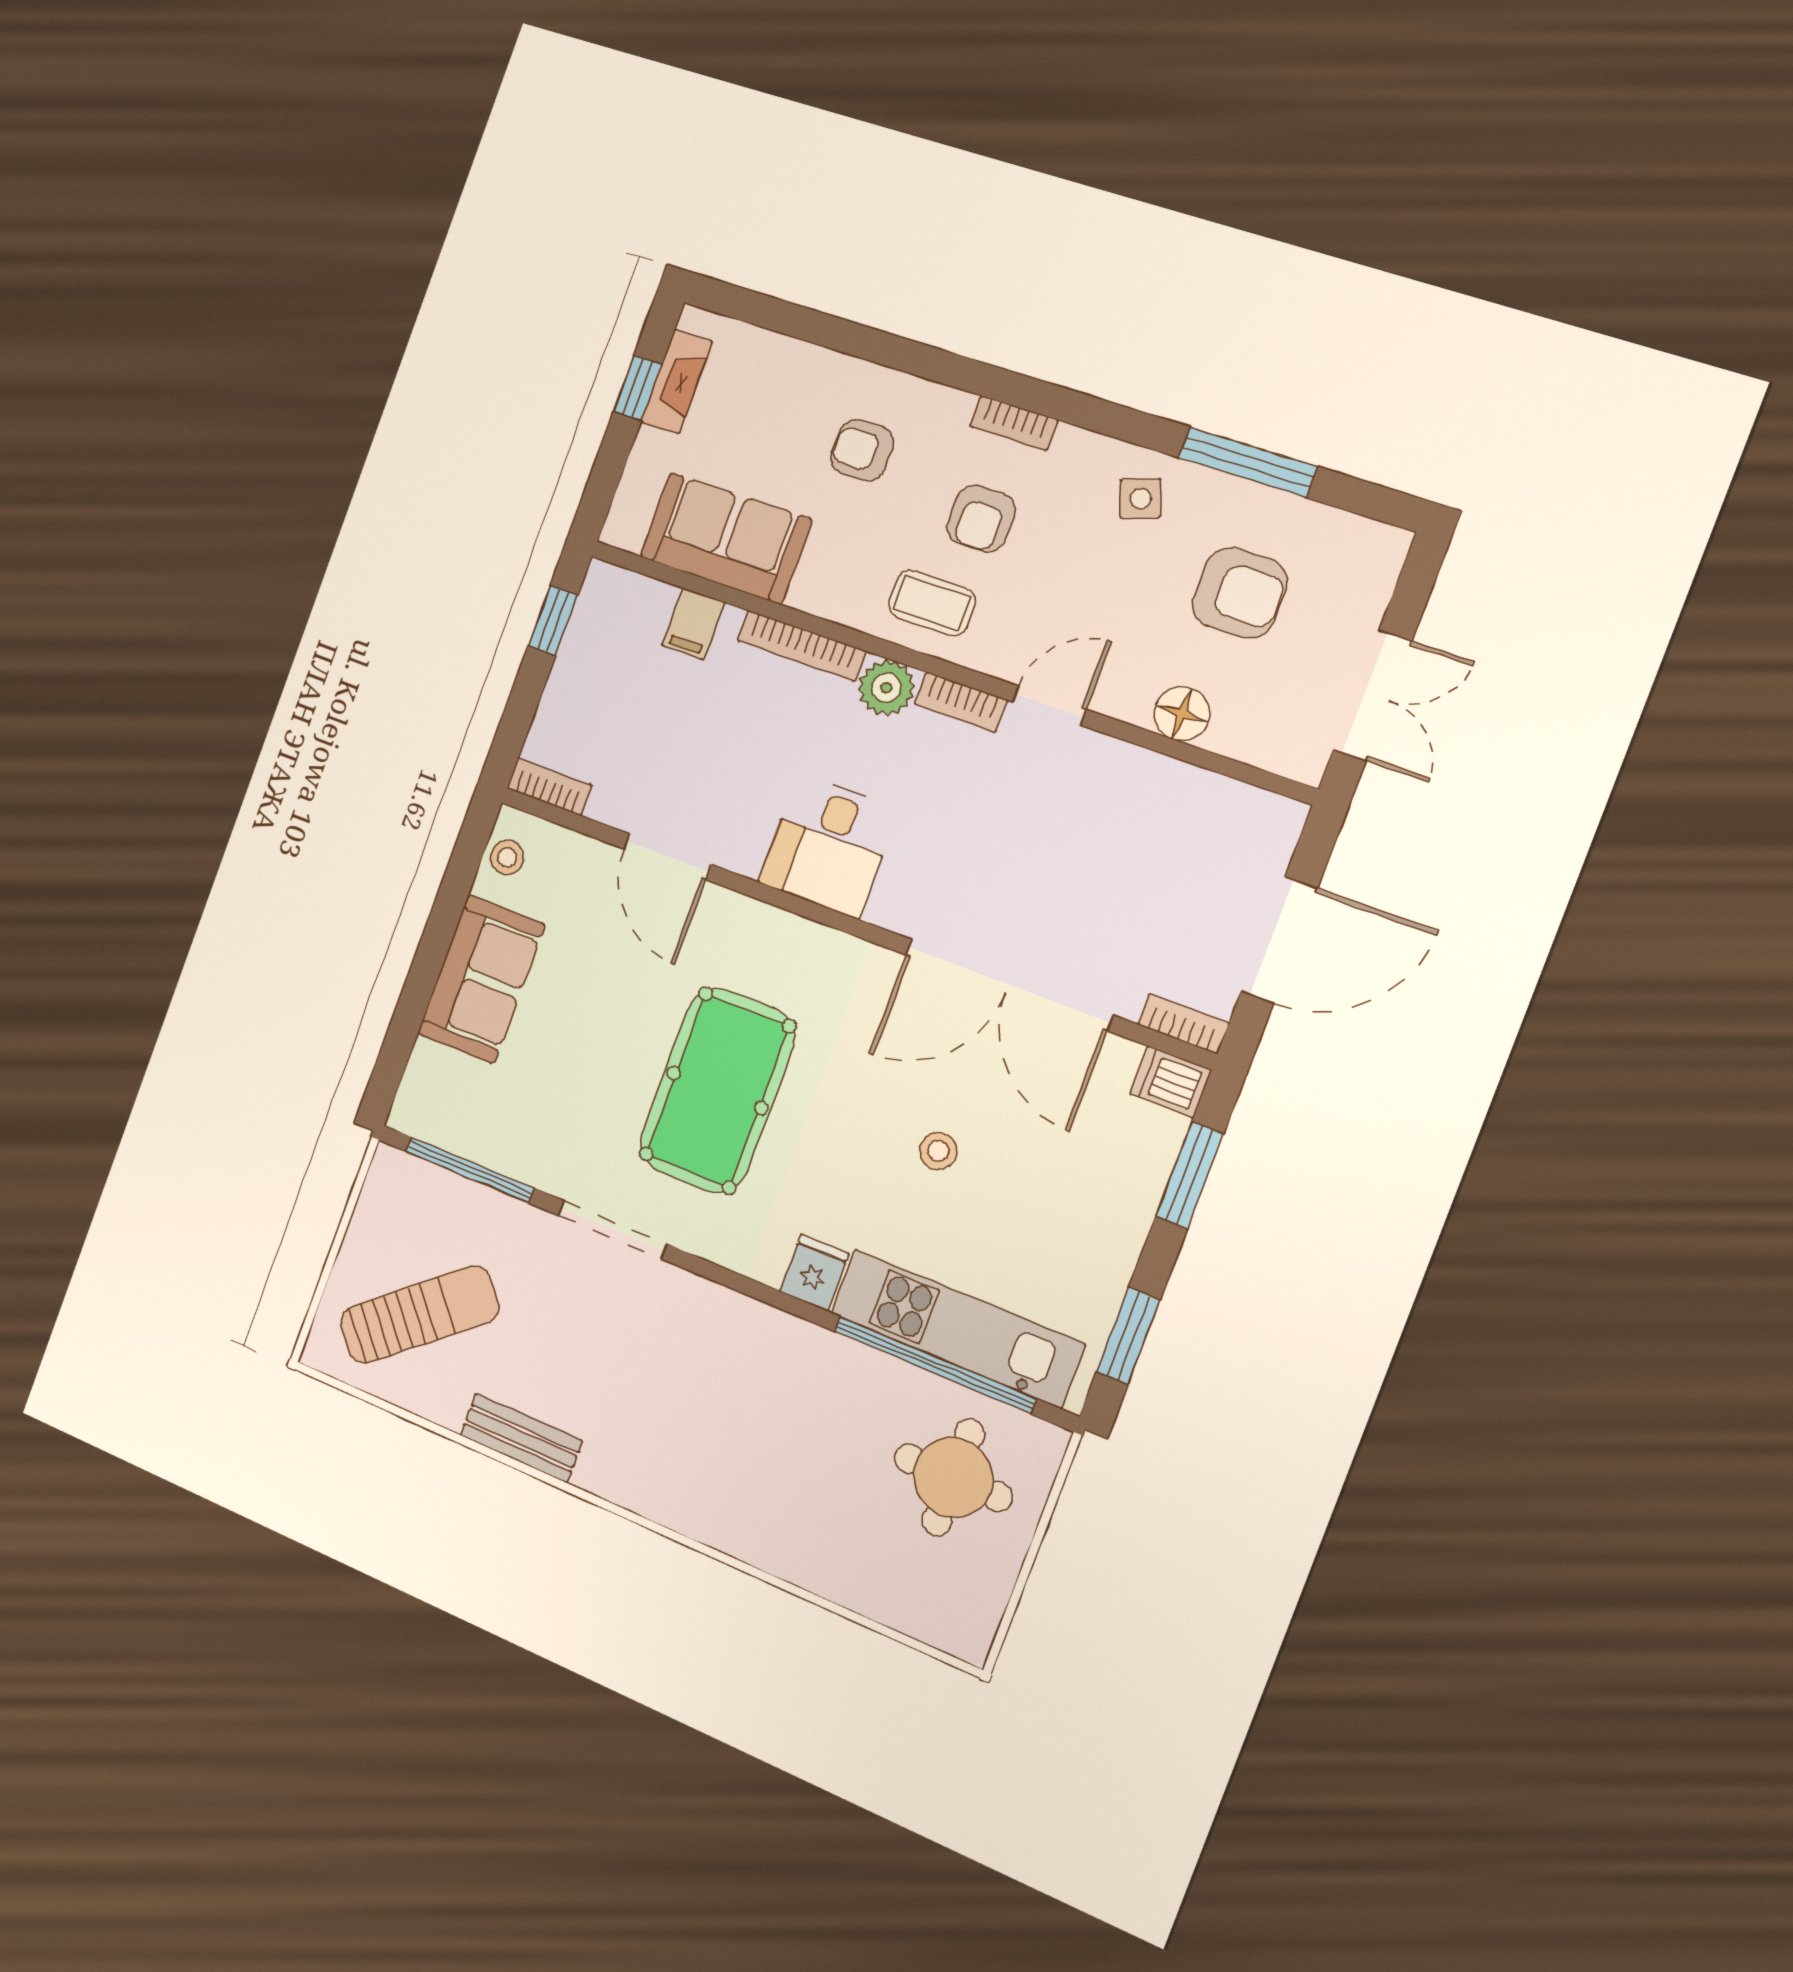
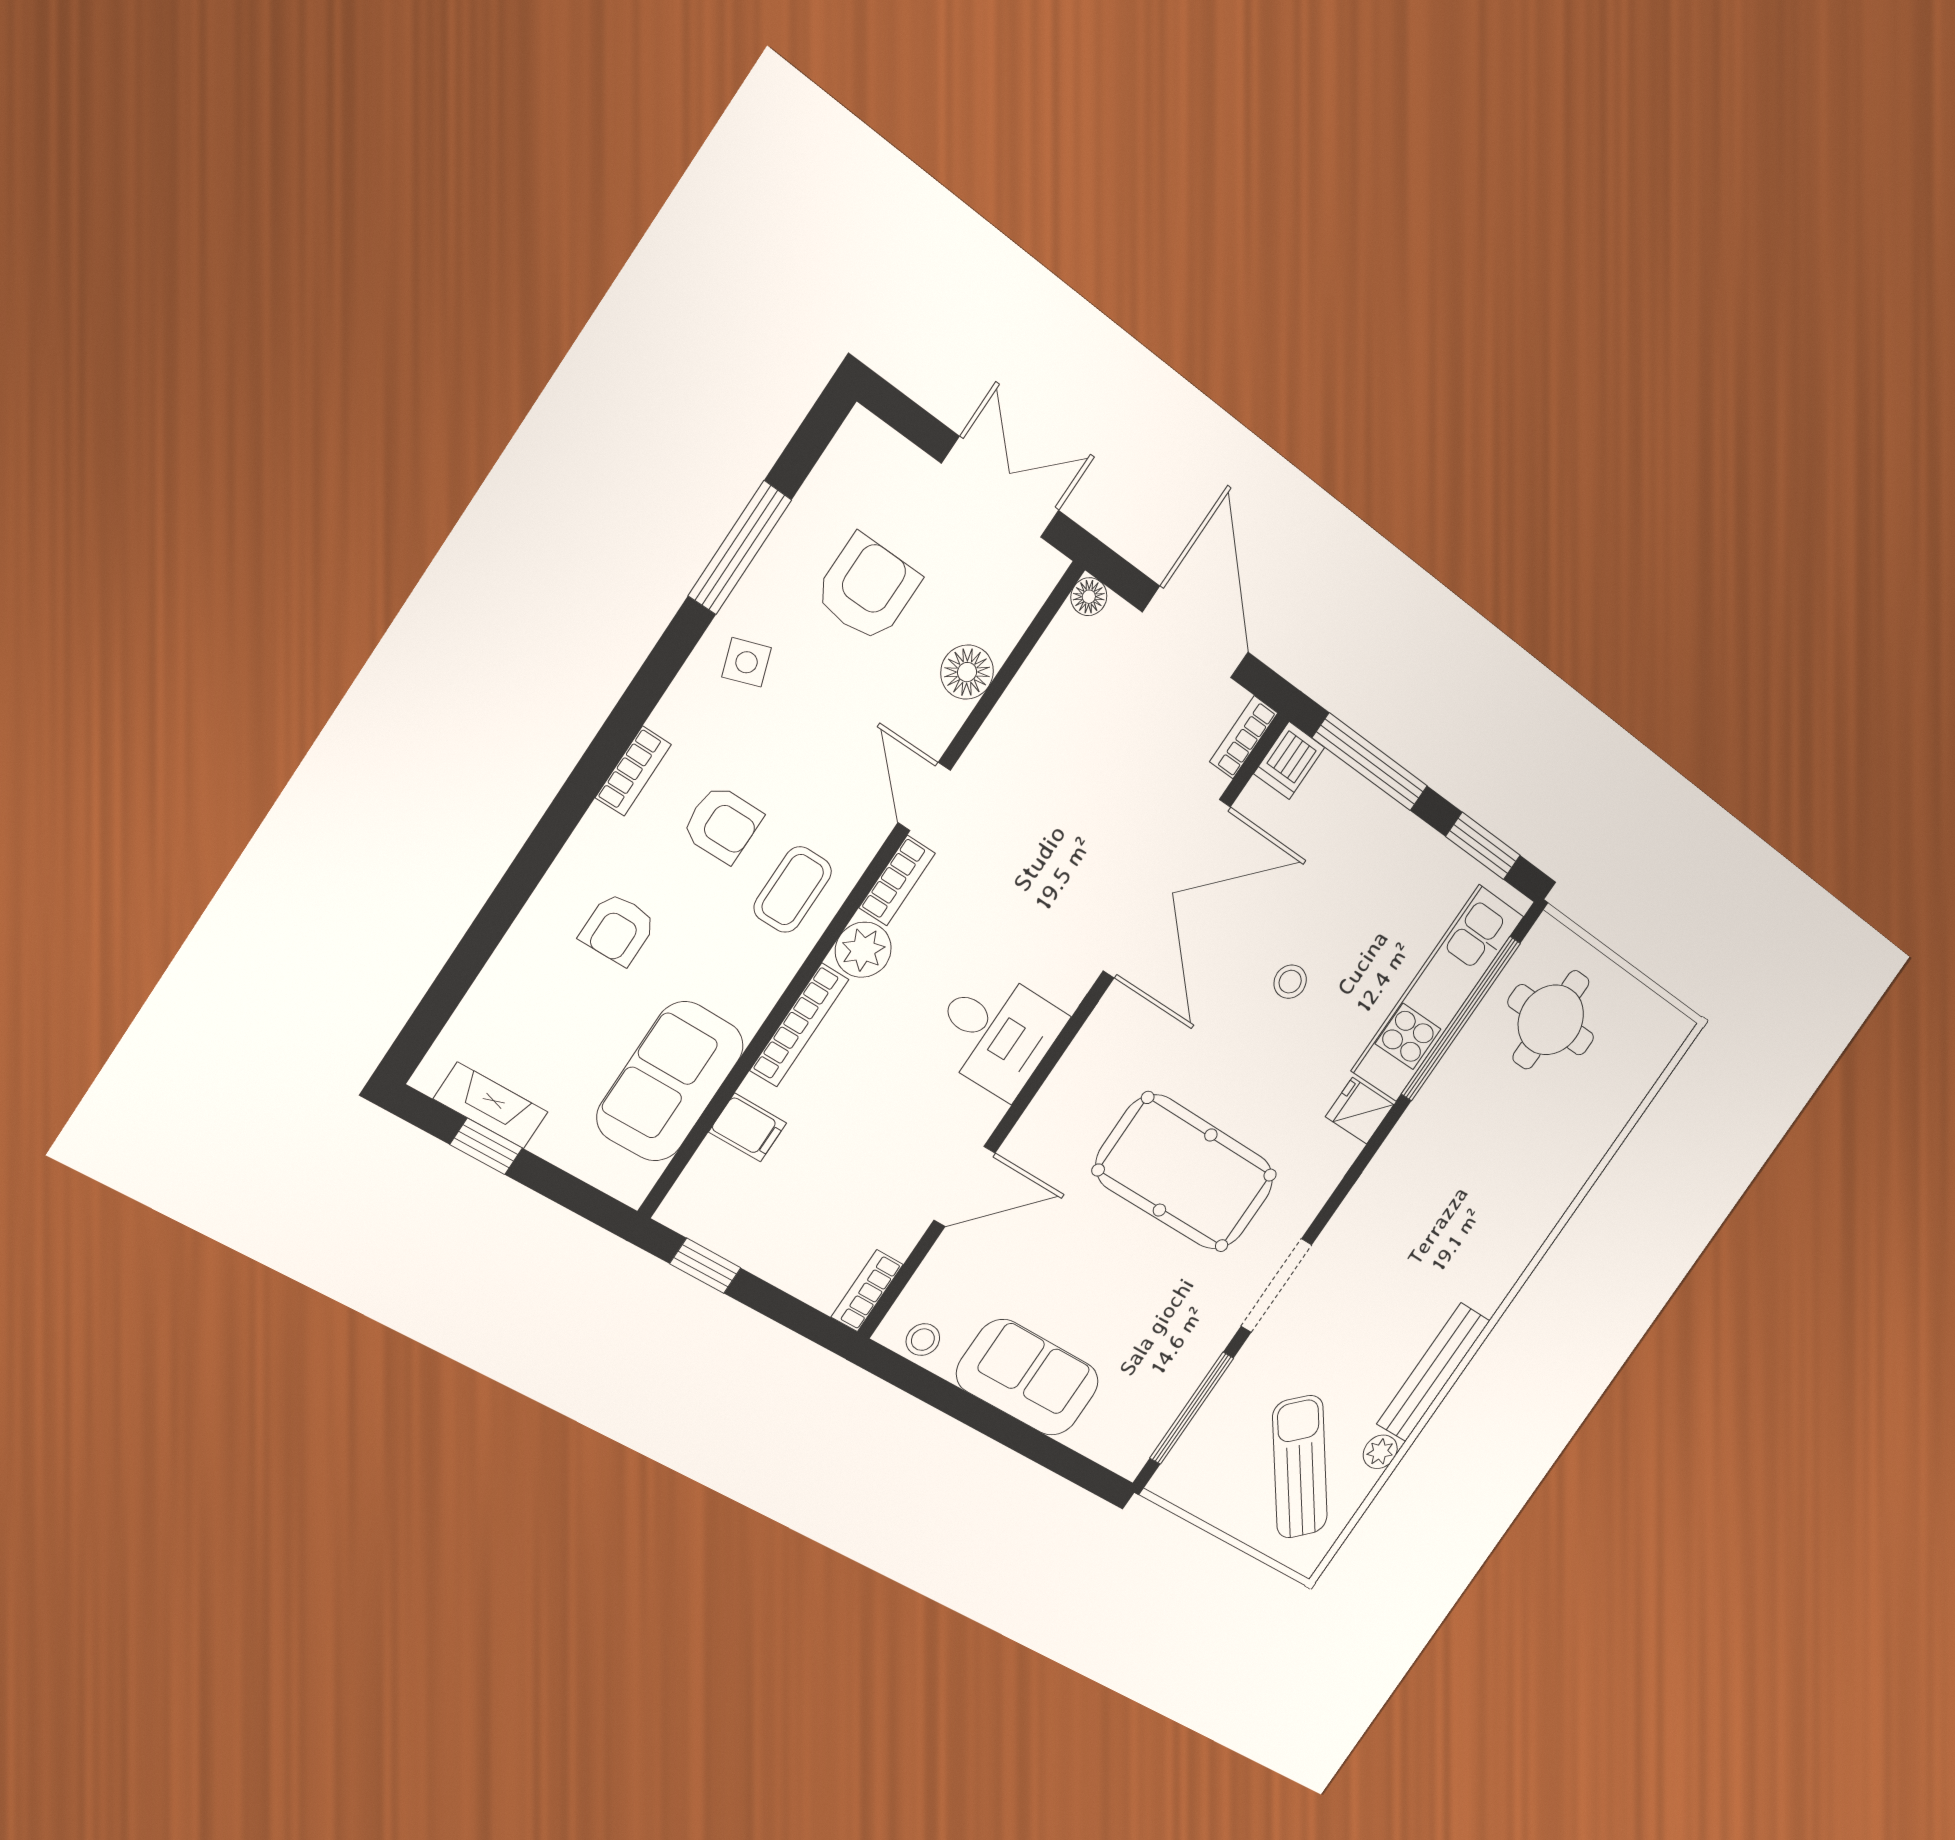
floor lamp: (1287, 817) -> (1089, 597), added
window: (1190, 1175) -> (1370, 762), width x1.44
plant: (446, 1407) -> (1380, 1452), added
bench: (521, 1438) -> (1433, 1372), width x1.36

